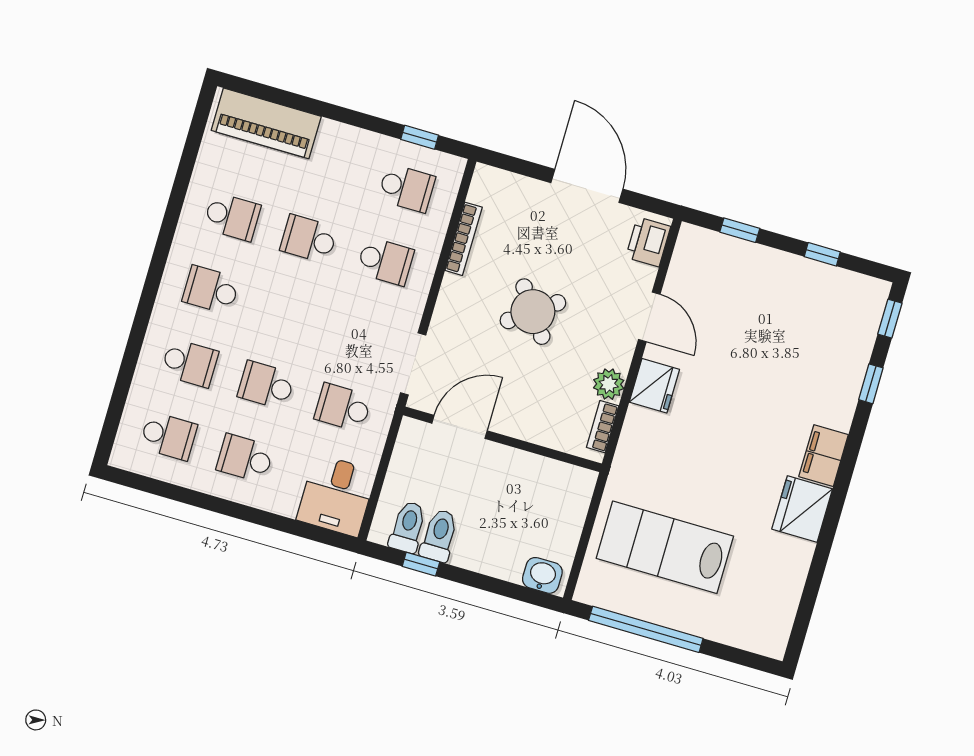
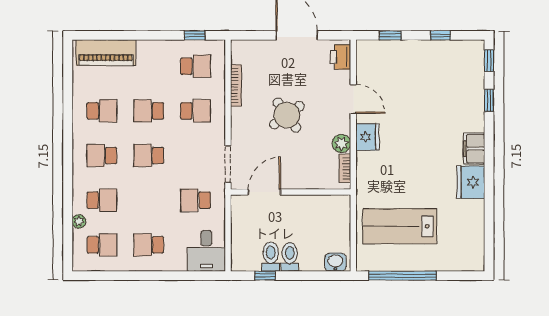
school desk: (266, 385) -> (149, 156), moved
plant: (142, 387) -> (79, 221), added
toilet: (408, 527) -> (290, 257), moved

